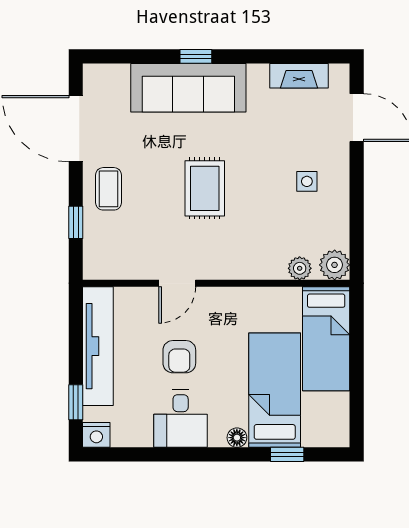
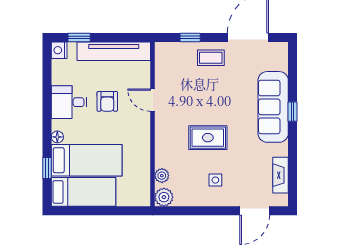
rug: (205, 188) -> (208, 138), moved
bed: (326, 339) -> (83, 192), moved, turned 180
armchair: (179, 357) -> (107, 101), turned -90

